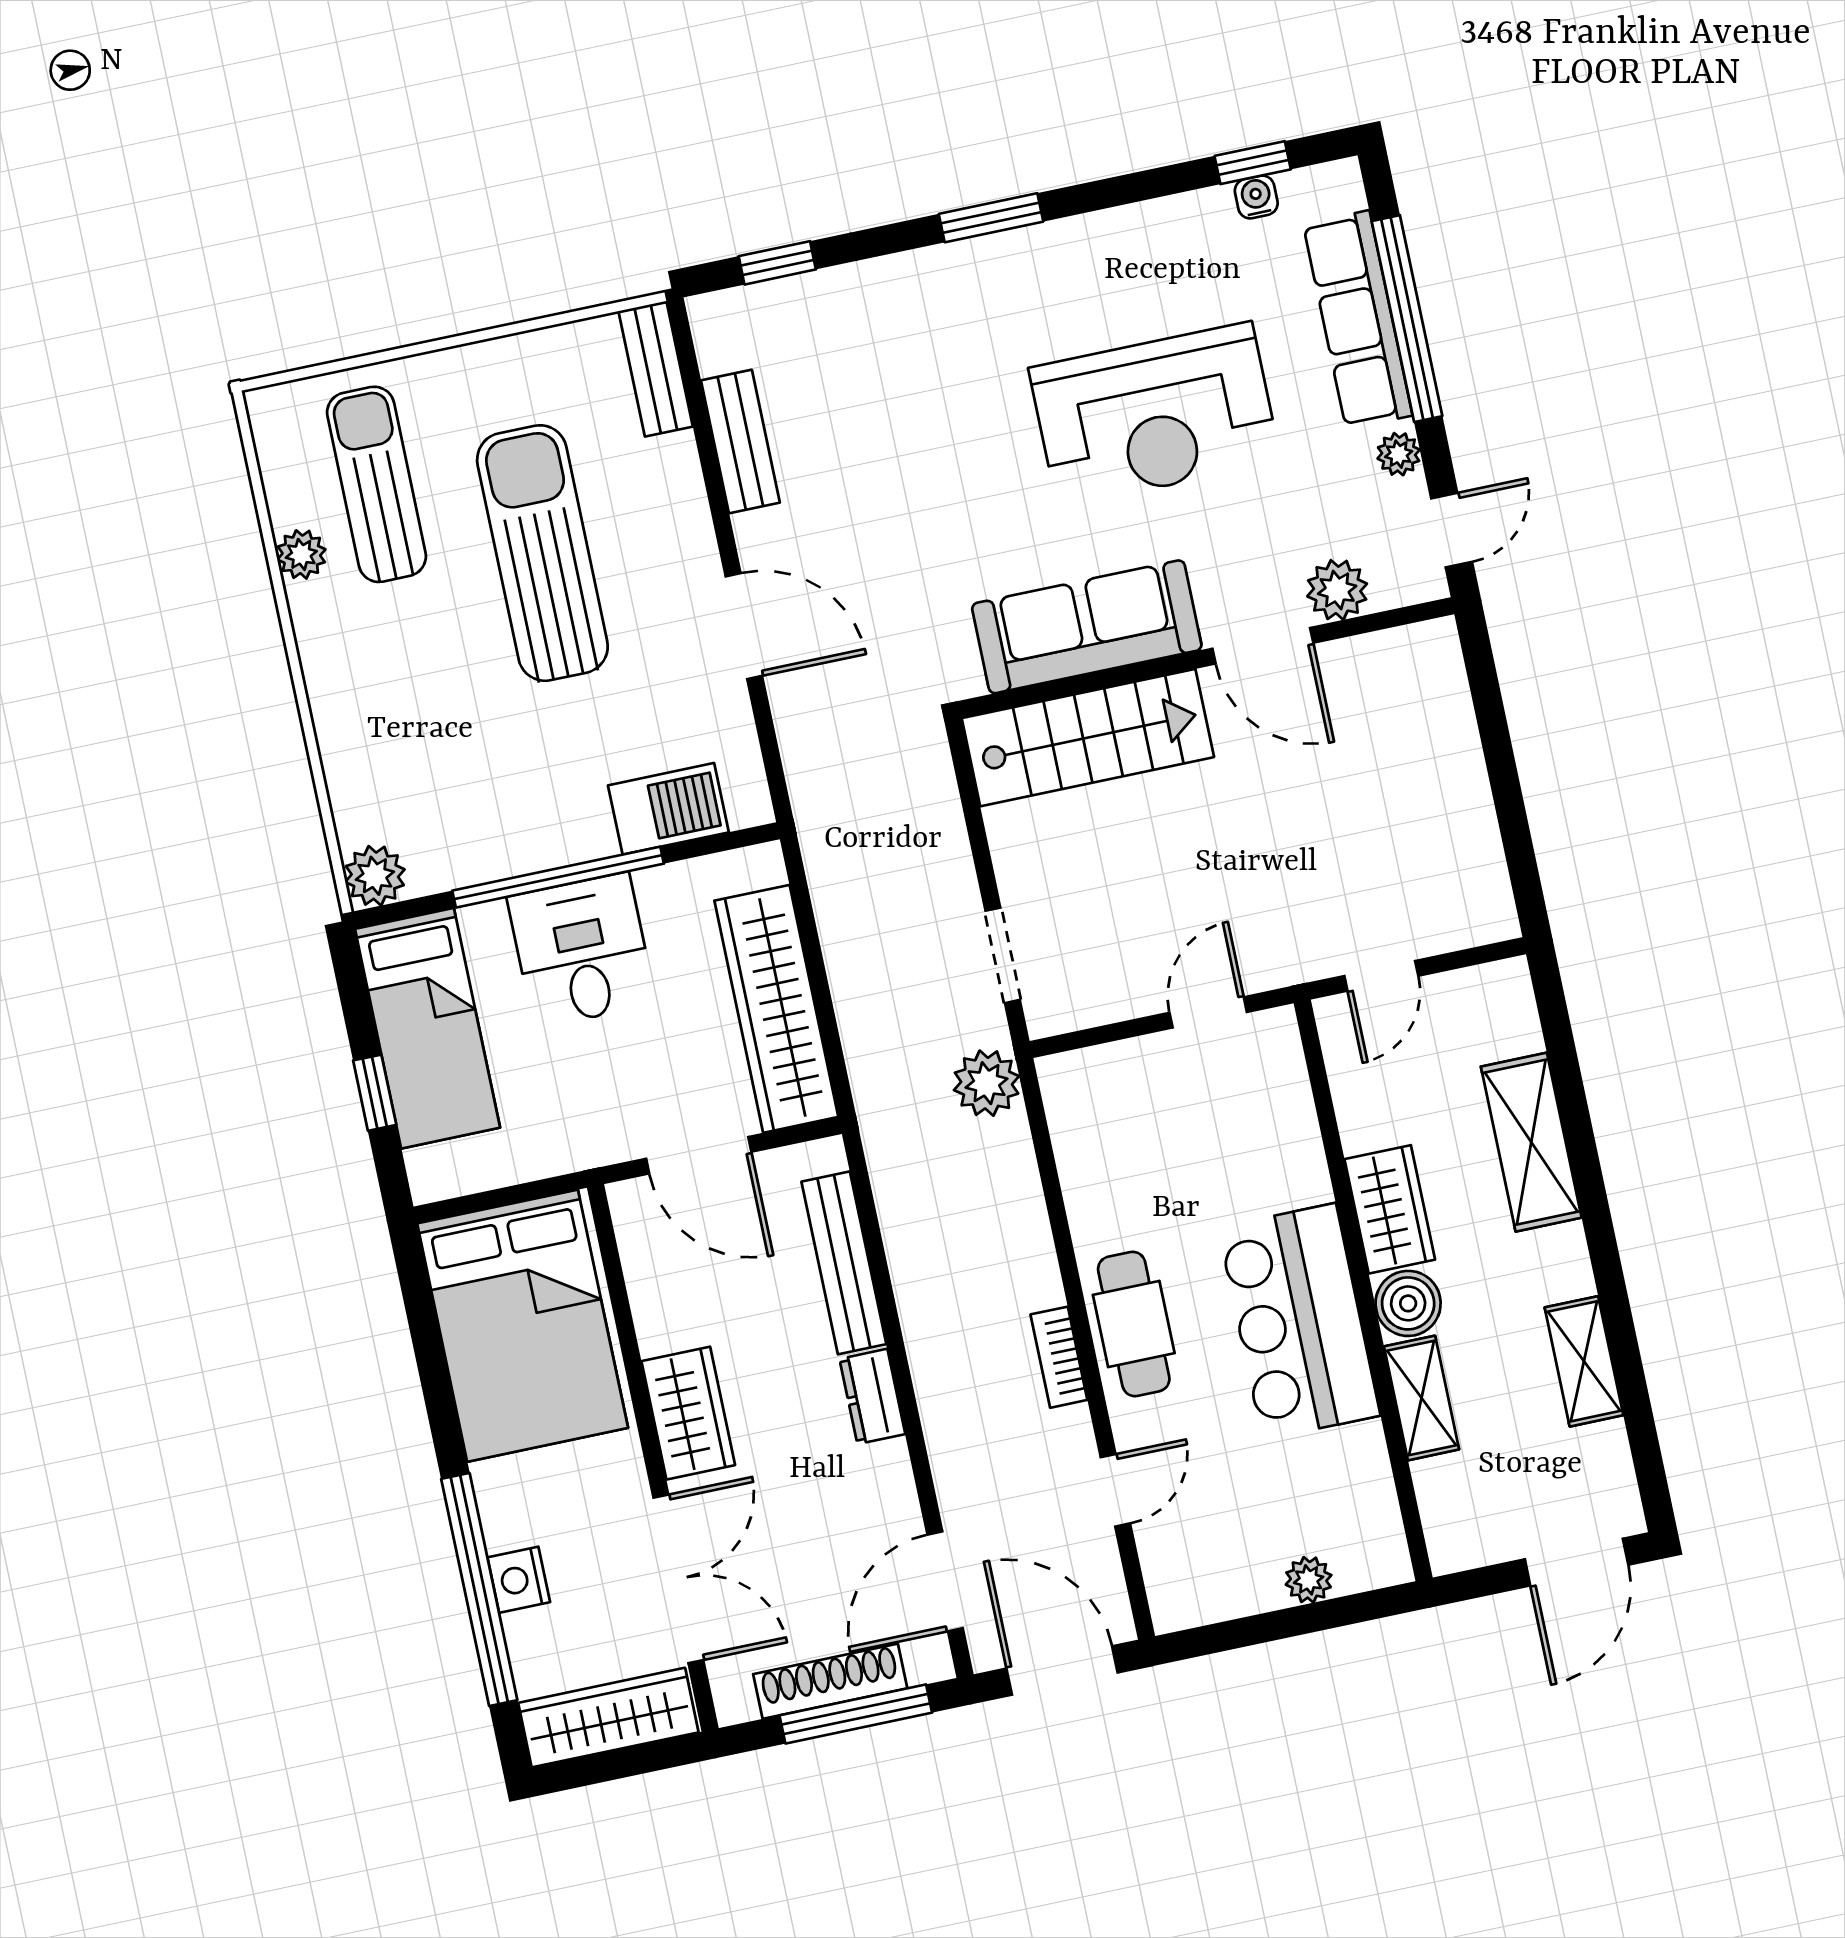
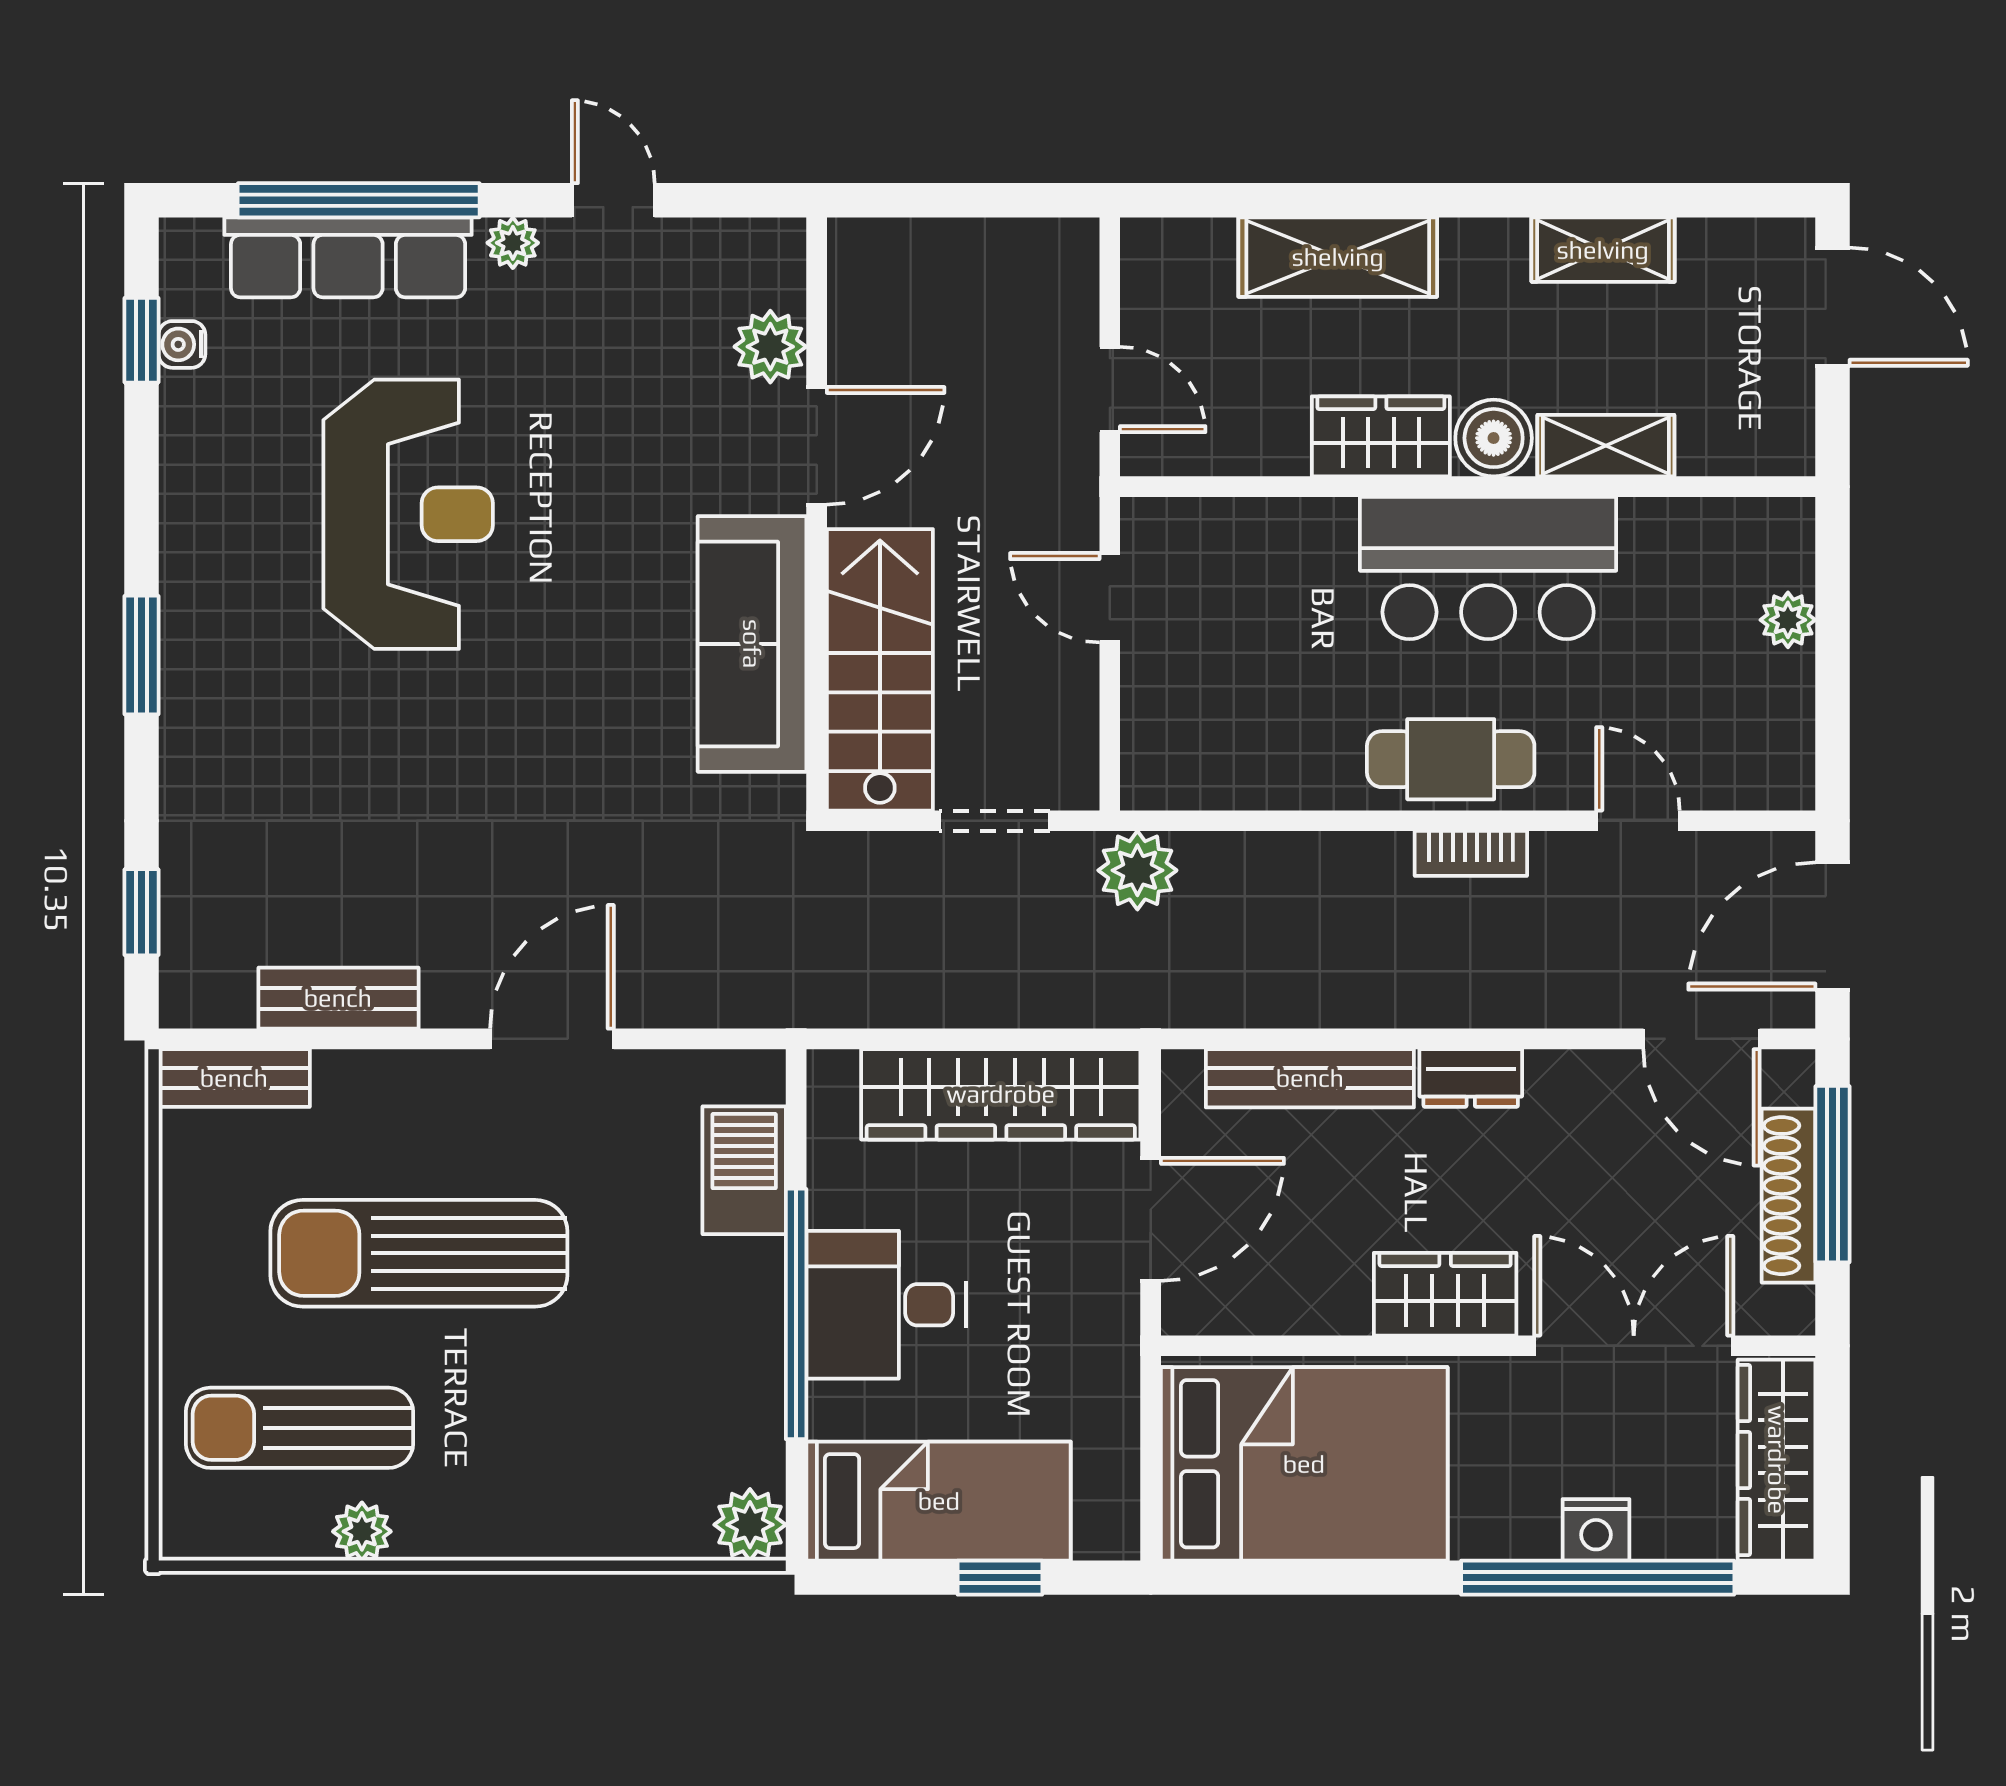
plant: (1337, 590) -> (770, 347), moved
sofa: (1087, 627) -> (752, 644), moved
door: (1263, 646) -> (817, 446), moved
wall: (1206, 658) -> (817, 514), moved
stairs: (1088, 738) -> (880, 670), moved

